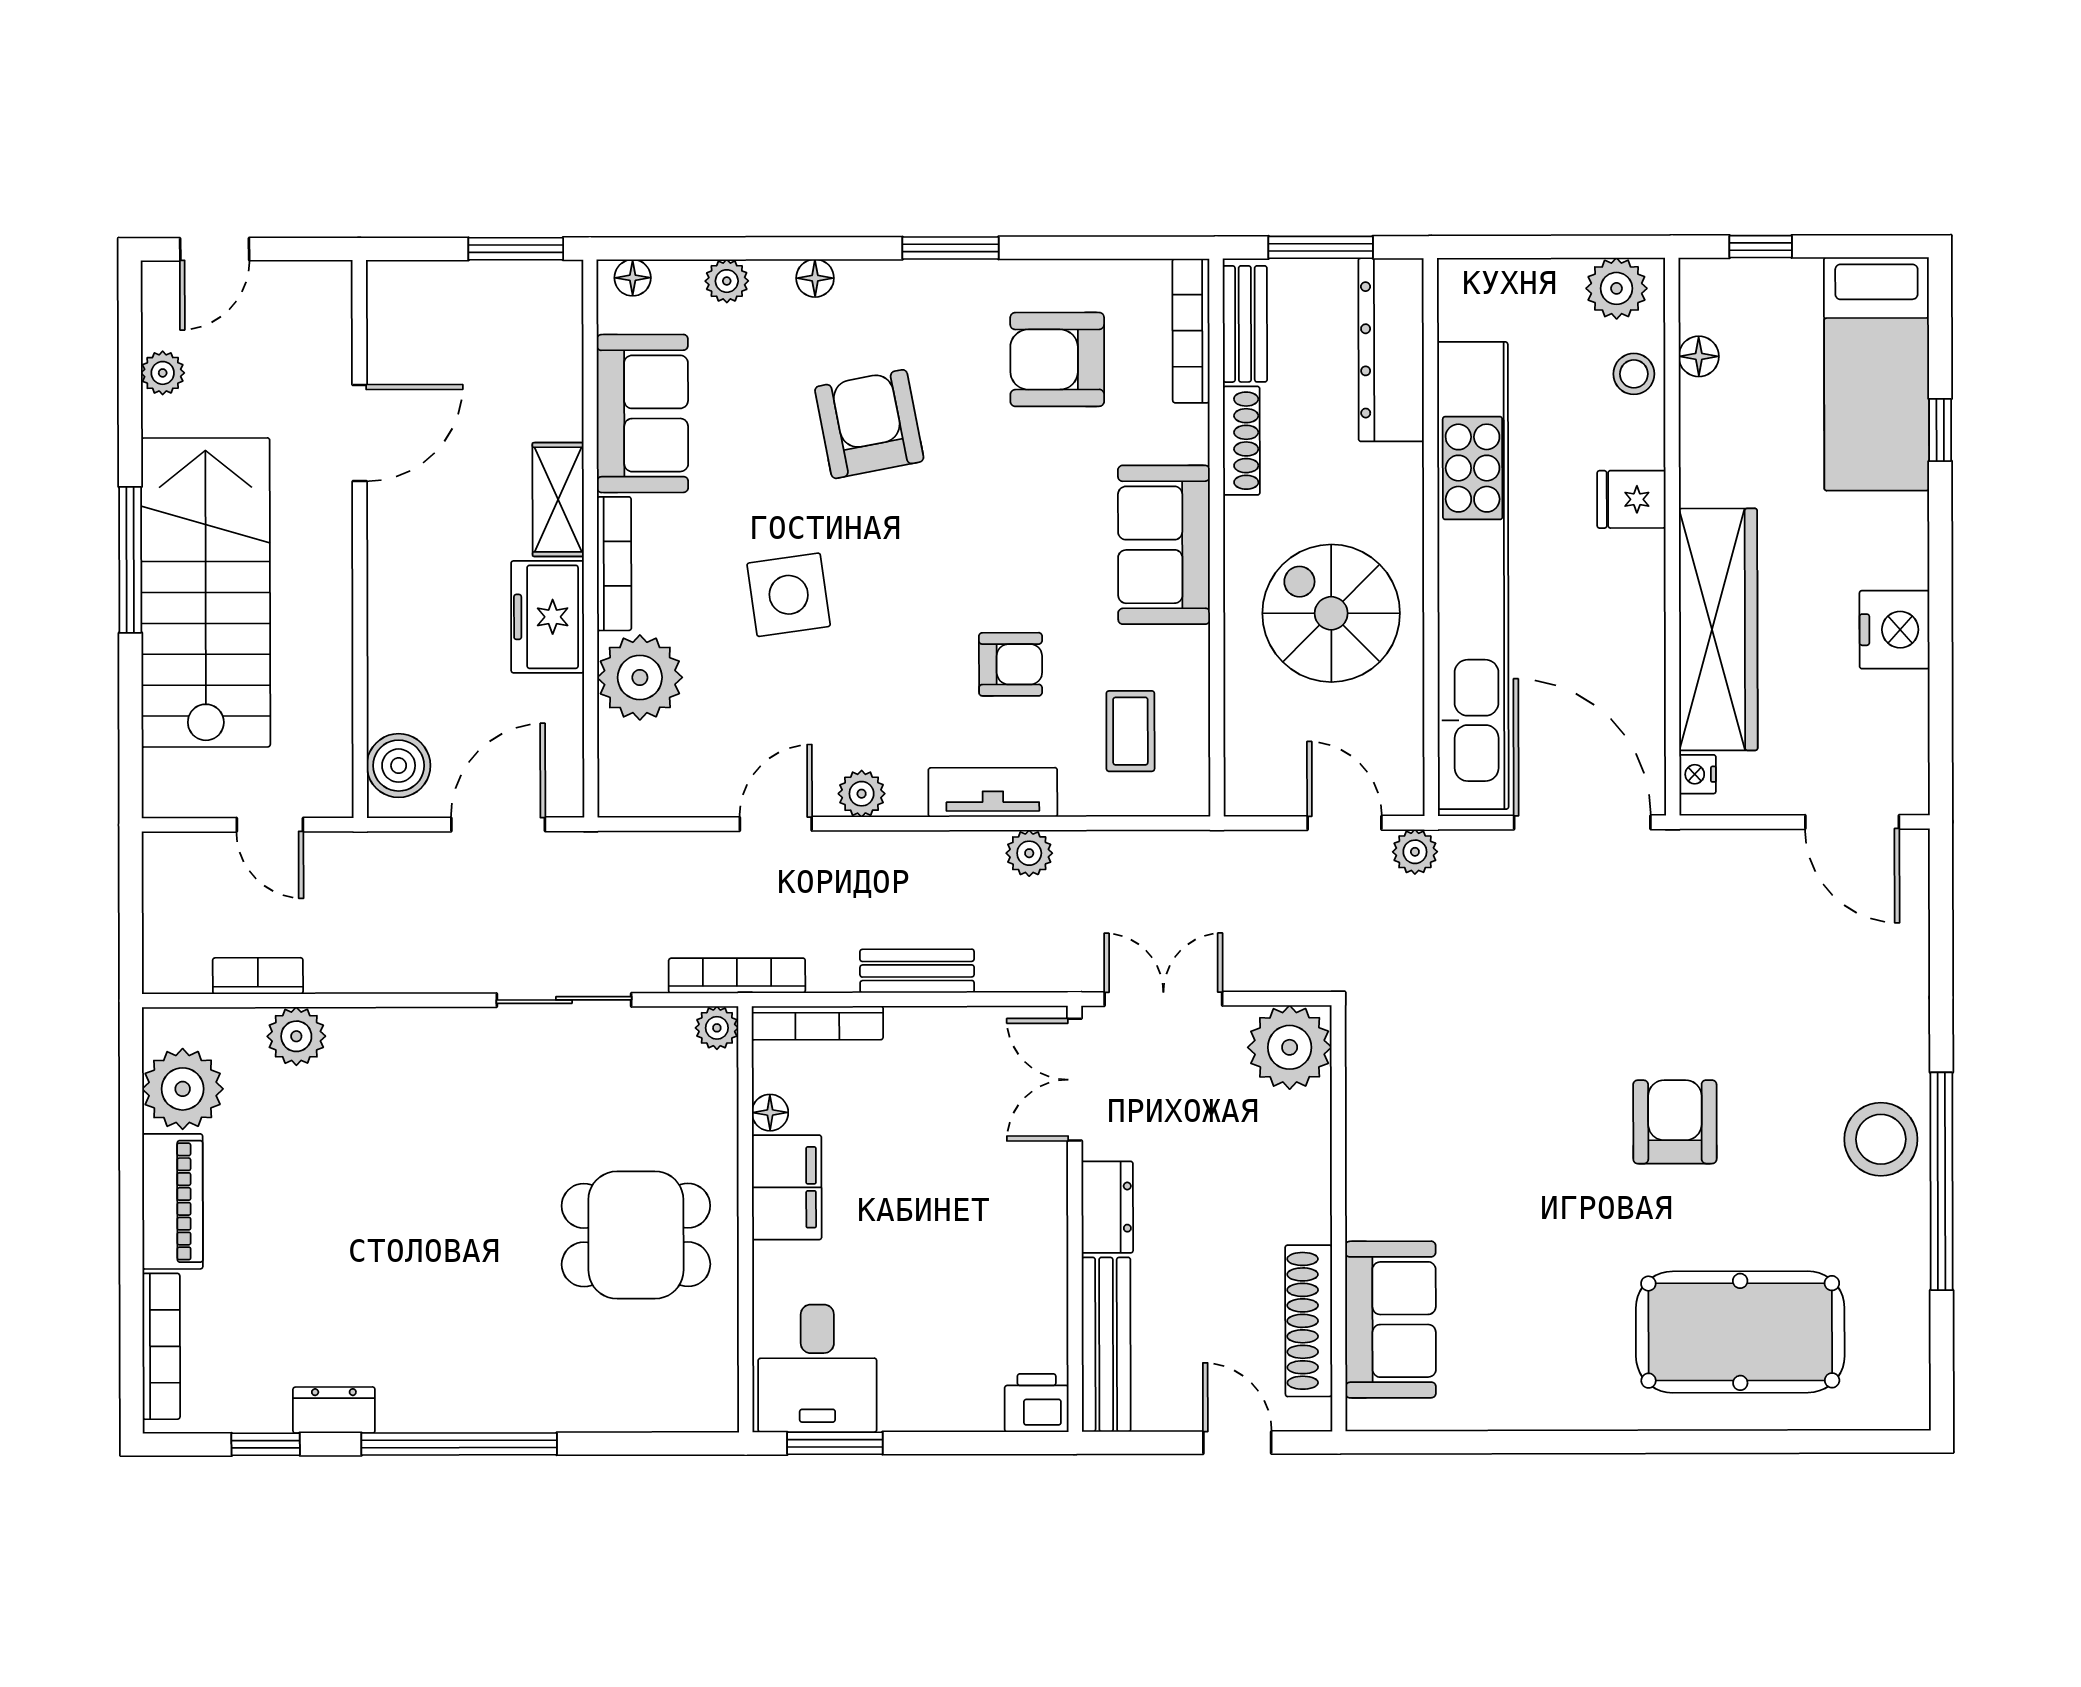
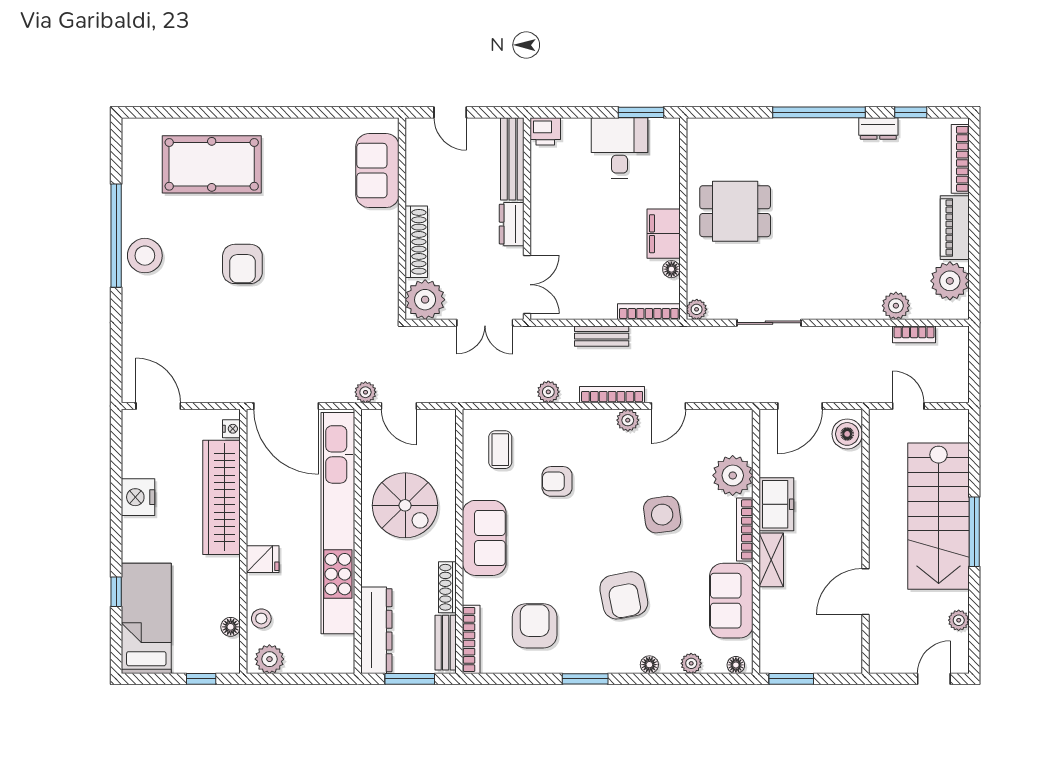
armchair: (1057, 359) -> (535, 626), turned -90
tv unit: (993, 792) -> (566, 421), removed
bookcase: (737, 976) -> (612, 395), moved, turned 180
shoe rack: (1309, 1321) -> (416, 242), moved
desk: (817, 1368) -> (619, 148), moved

